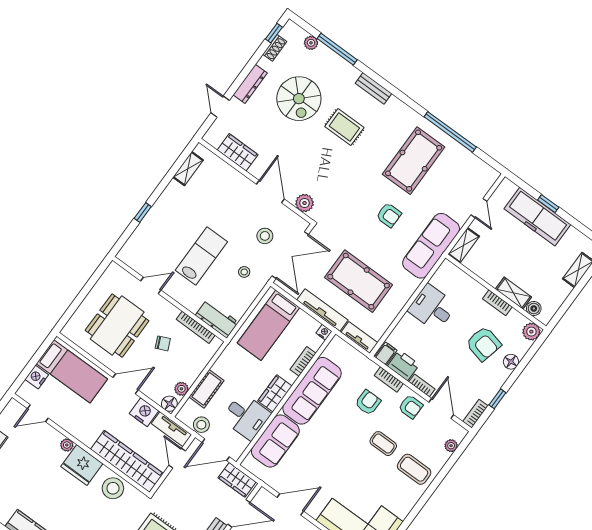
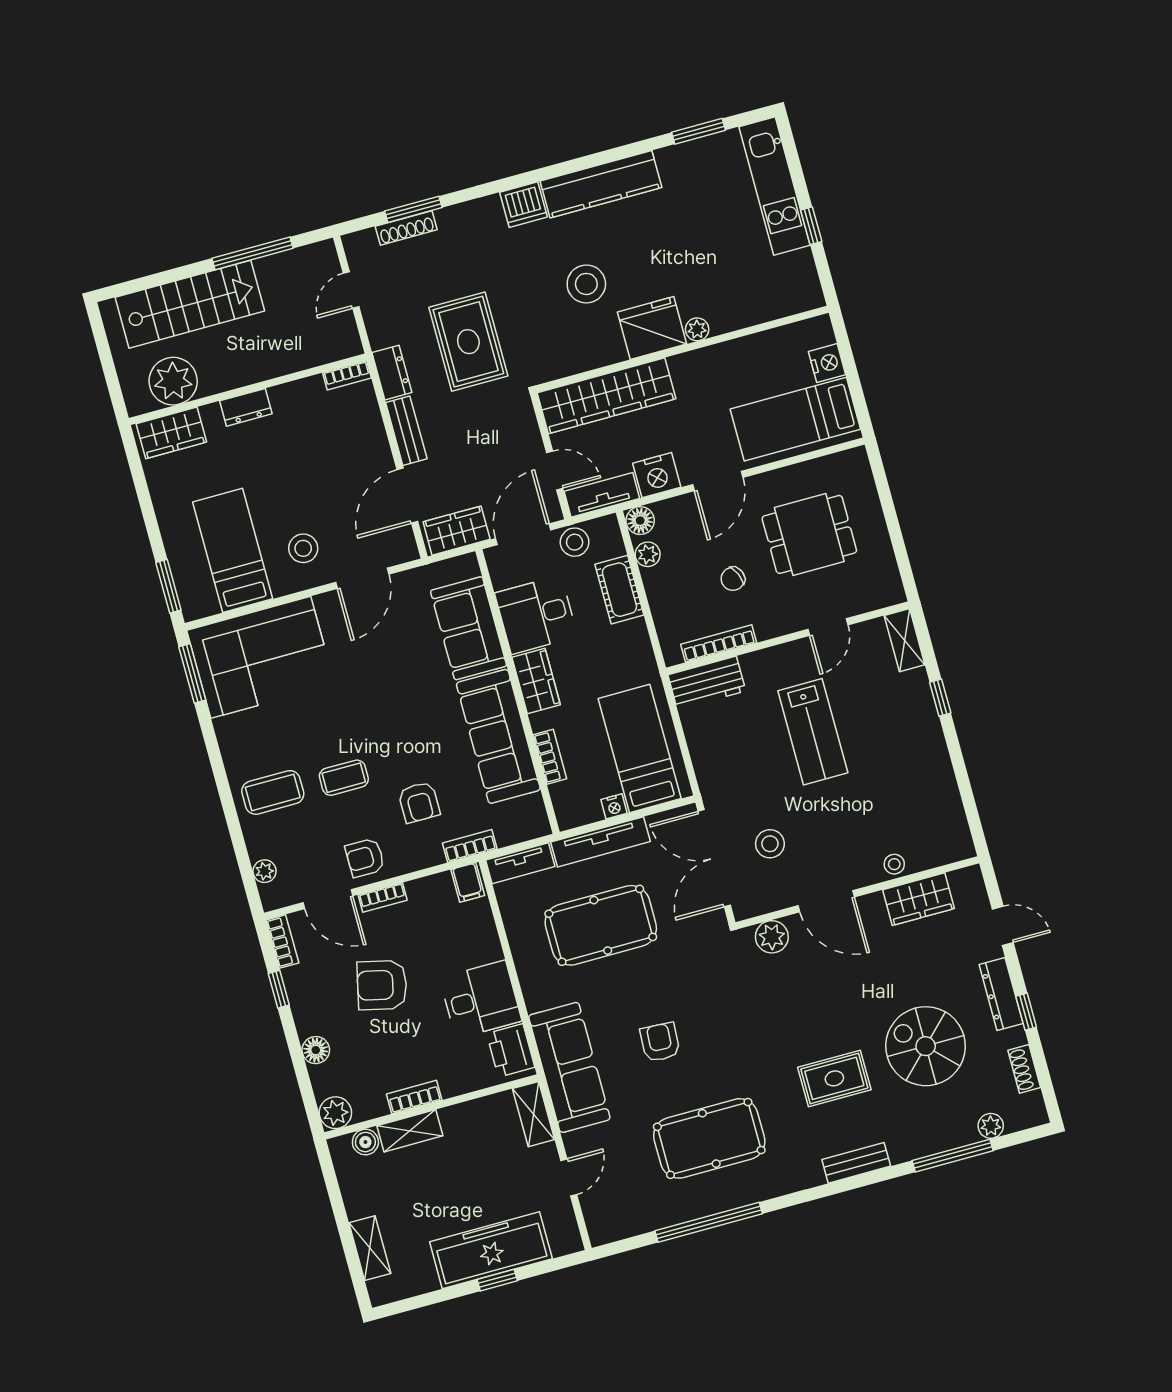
window: (274, 33) -> (1026, 1012), moved
pool table: (414, 161) -> (709, 1138), turned 90
shelving: (188, 169) -> (905, 640), moved
door: (479, 208) -> (569, 1177), swing flipped
armchair: (389, 215) -> (660, 1042), turned 93
stool: (244, 272) -> (894, 864), moved
dining table: (117, 326) -> (809, 534), width x0.73
nightstand: (324, 332) -> (614, 806), moved
armchair: (484, 344) -> (382, 985), moved
printer: (403, 365) -> (511, 1050), moved, turned 90
bookcase: (389, 380) -> (470, 846), moved
door: (38, 413) -> (774, 324), removed
stool: (113, 488) -> (586, 284), moved

